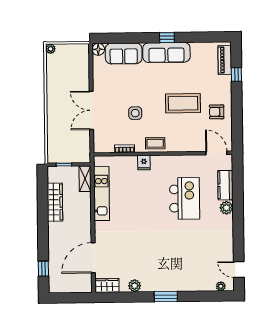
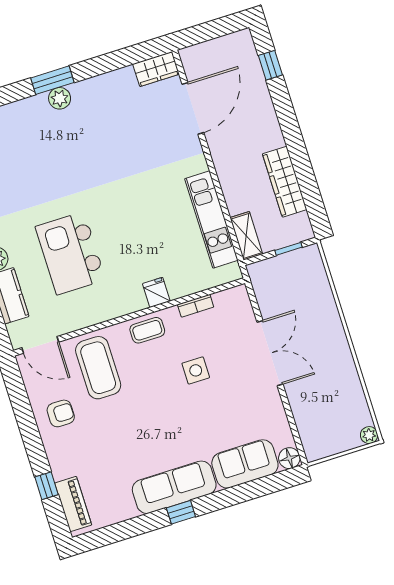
coffee table: (183, 103) -> (98, 368), moved, turned 90
plant: (135, 286) -> (60, 98), moved

